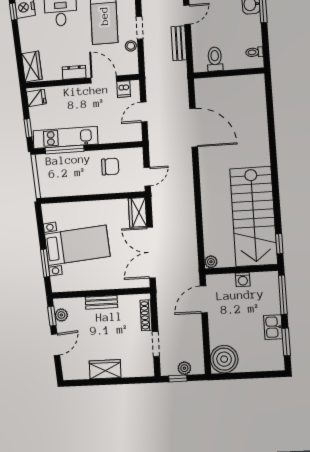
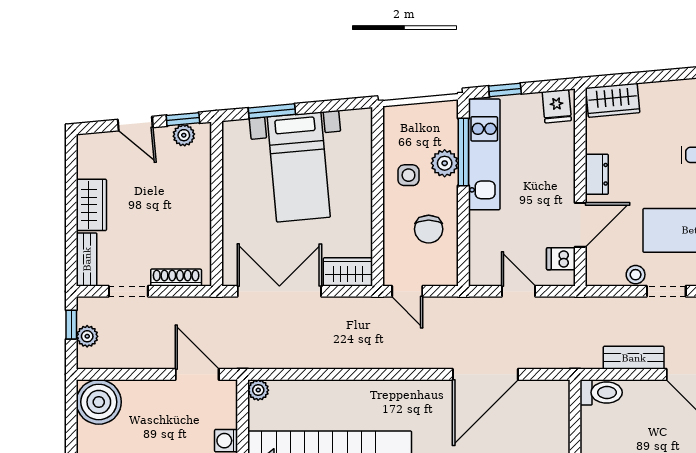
toilet: (215, 59) -> (601, 392), moved
plant: (71, 160) -> (445, 163), added
side table: (79, 180) -> (408, 175), added
bench: (101, 302) -> (87, 259), moved

